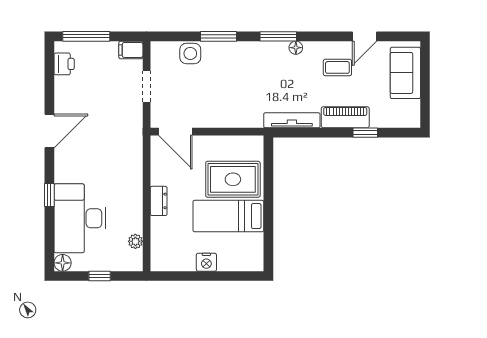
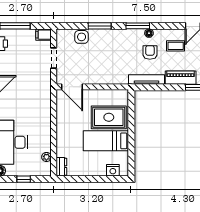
armchair: (297, 78) -> (150, 52), added
dresser: (159, 201) -> (61, 167), moved
nightstand: (206, 262) -> (113, 170), moved

